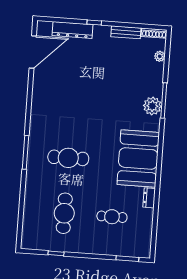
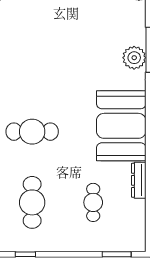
dresser: (149, 198) -> (139, 180), width x1.44
cafe table: (112, 217) -> (93, 202), turned 90

